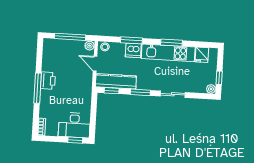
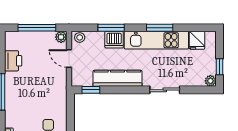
printer: (48, 81) -> (13, 61), moved
kitchen counter: (116, 81) -> (117, 78), moved
window: (140, 92) -> (126, 90), removed

